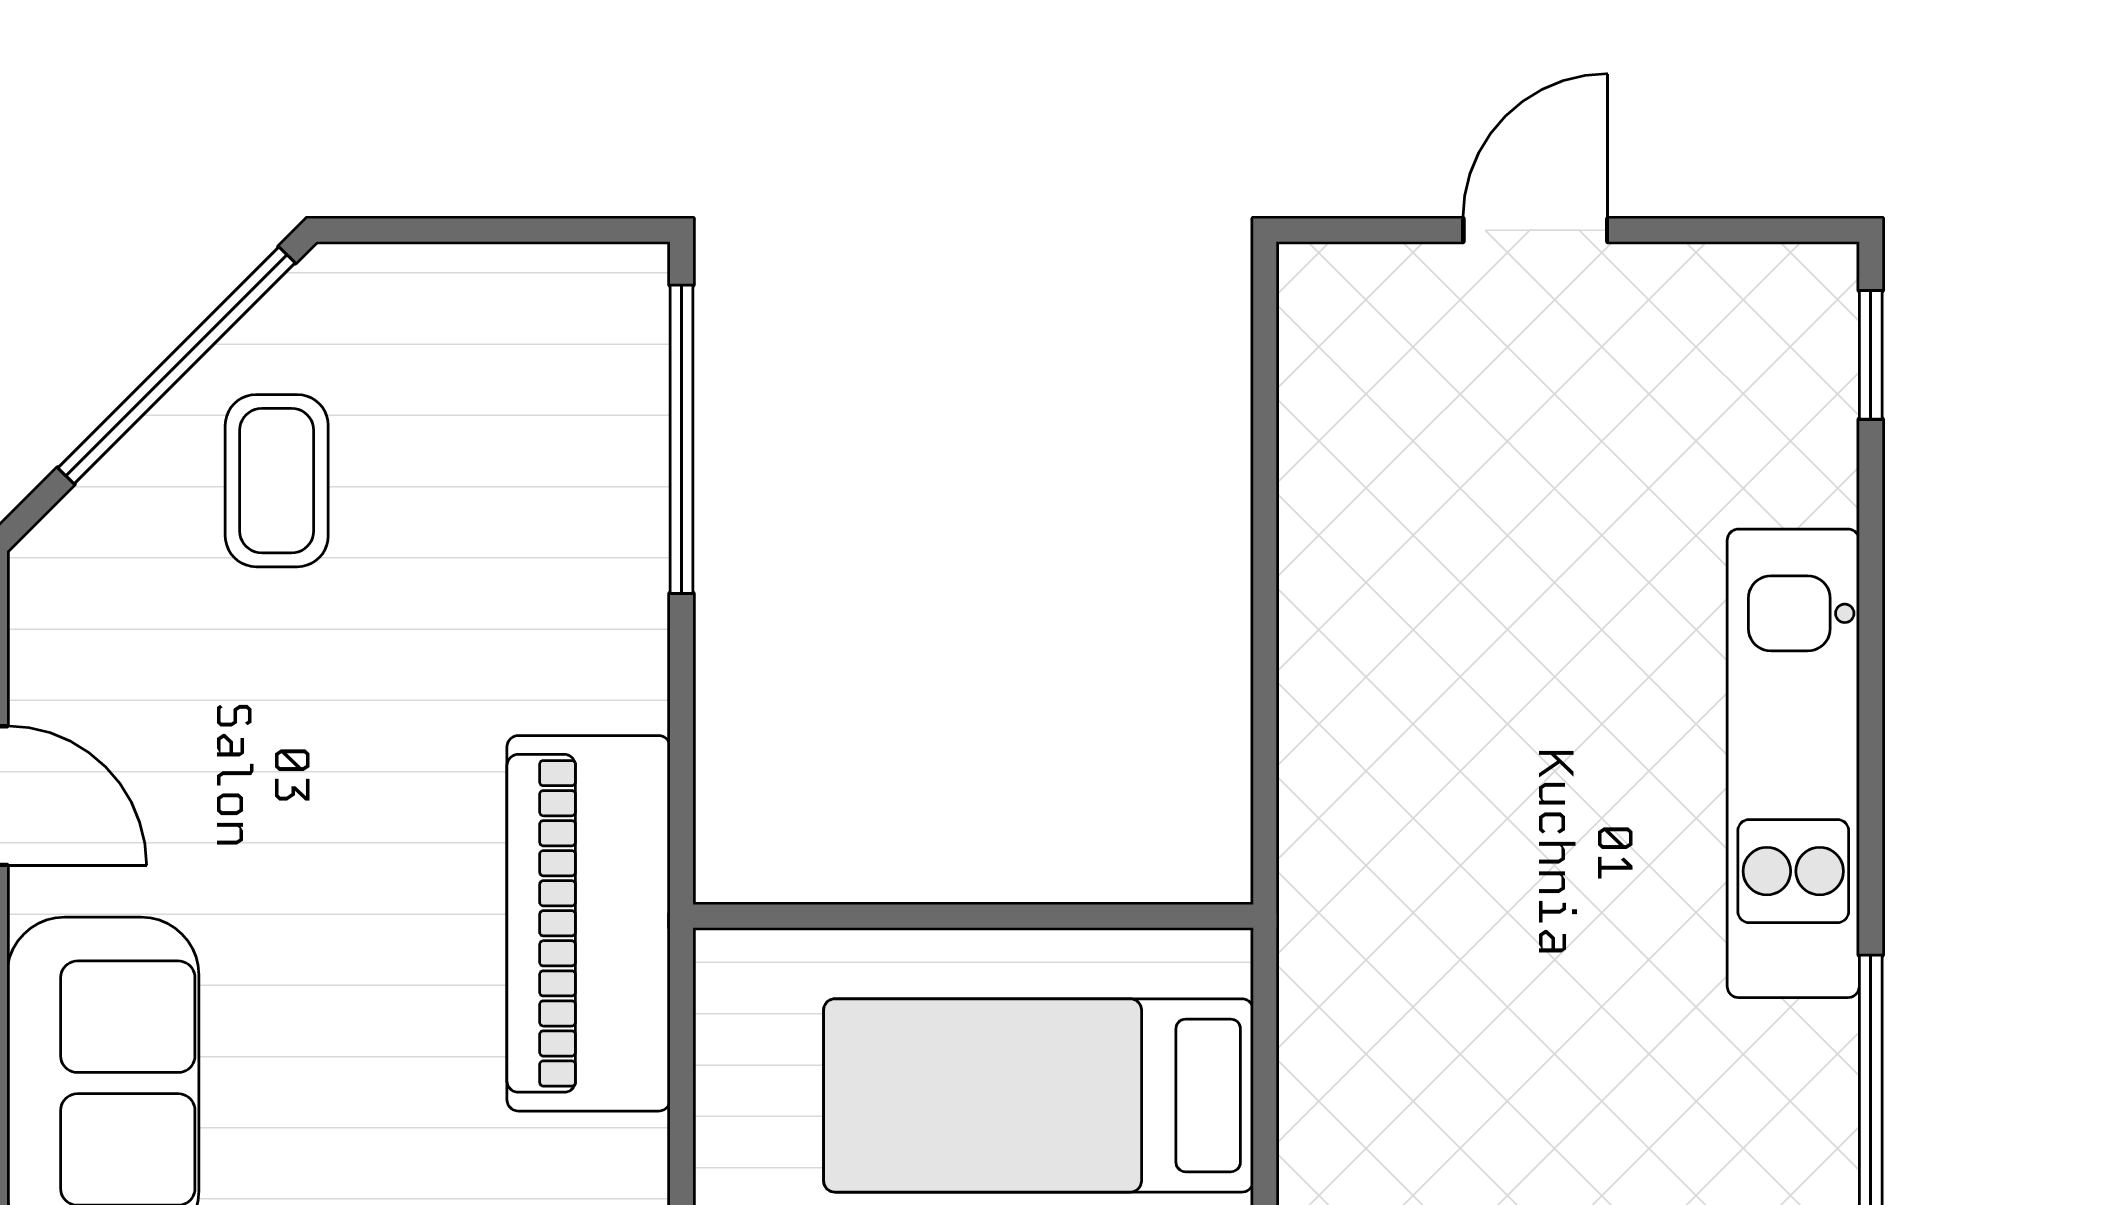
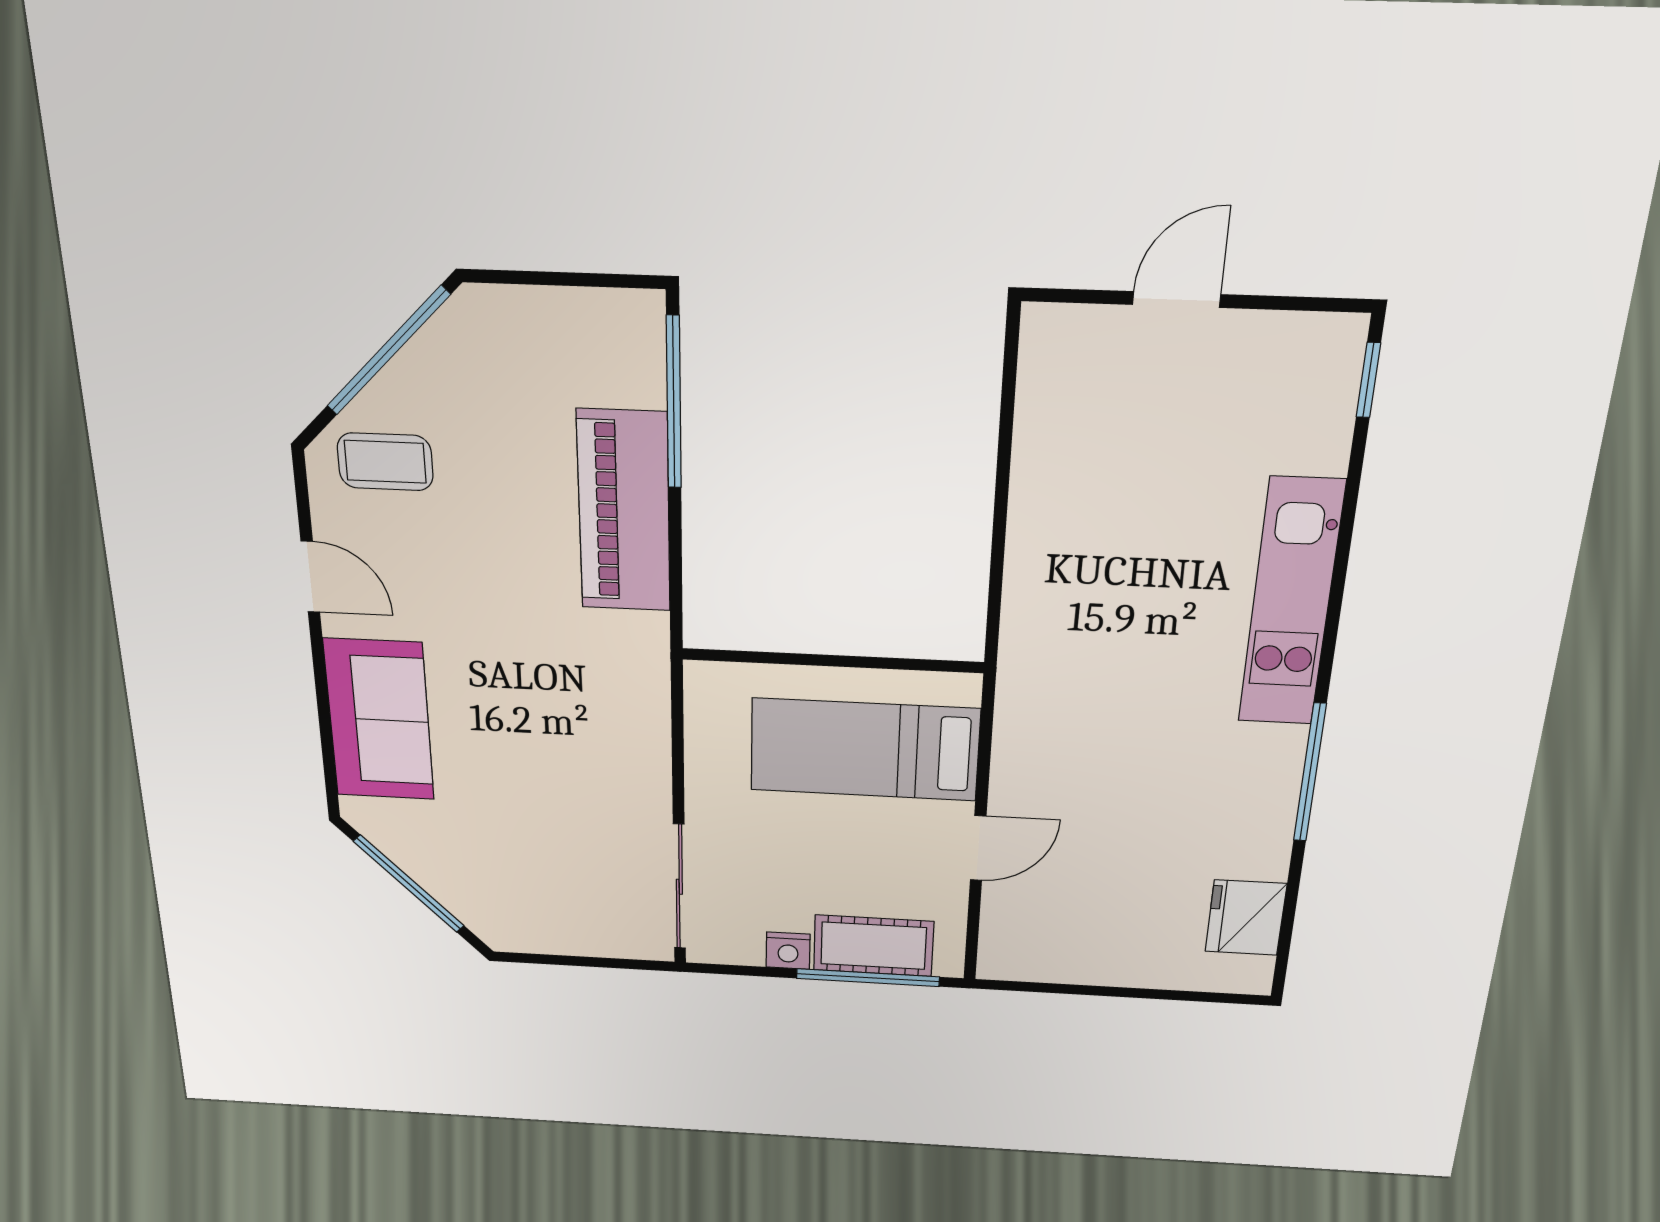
coffee table: (277, 481) -> (385, 462), moved, turned 90
piano: (589, 923) -> (624, 511), moved

